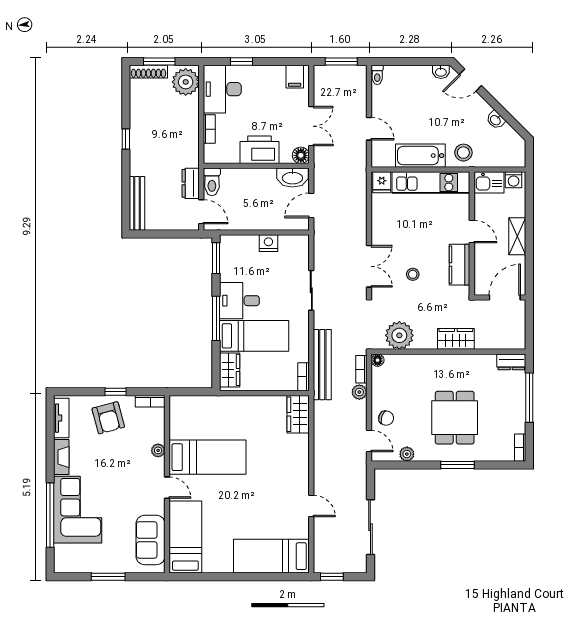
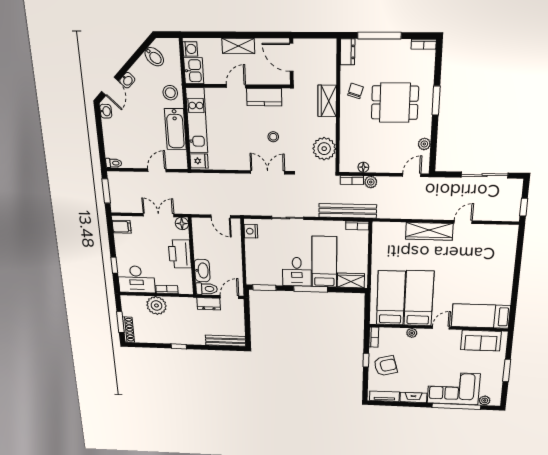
plant: (186, 82) -> (156, 305), moved
washbasin: (496, 120) -> (127, 80), moved
bidet: (505, 137) -> (154, 57), added
washbasin: (292, 178) -> (202, 271), moved
nightstand: (268, 243) -> (251, 231), moved
floor lamp: (378, 360) -> (363, 167), moved
wardrobe: (298, 414) -> (429, 231), moved, width x1.50
chair: (386, 418) -> (356, 91), moved
plant: (61, 552) -> (485, 400), added
bed: (271, 556) -> (391, 298), moved, turned 180

